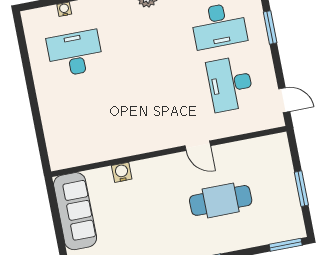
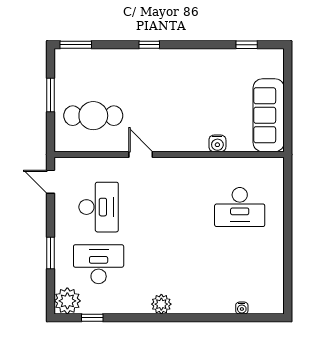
desk: (75, 54) -> (240, 207), moved
cafe table: (221, 200) -> (93, 116), moved

